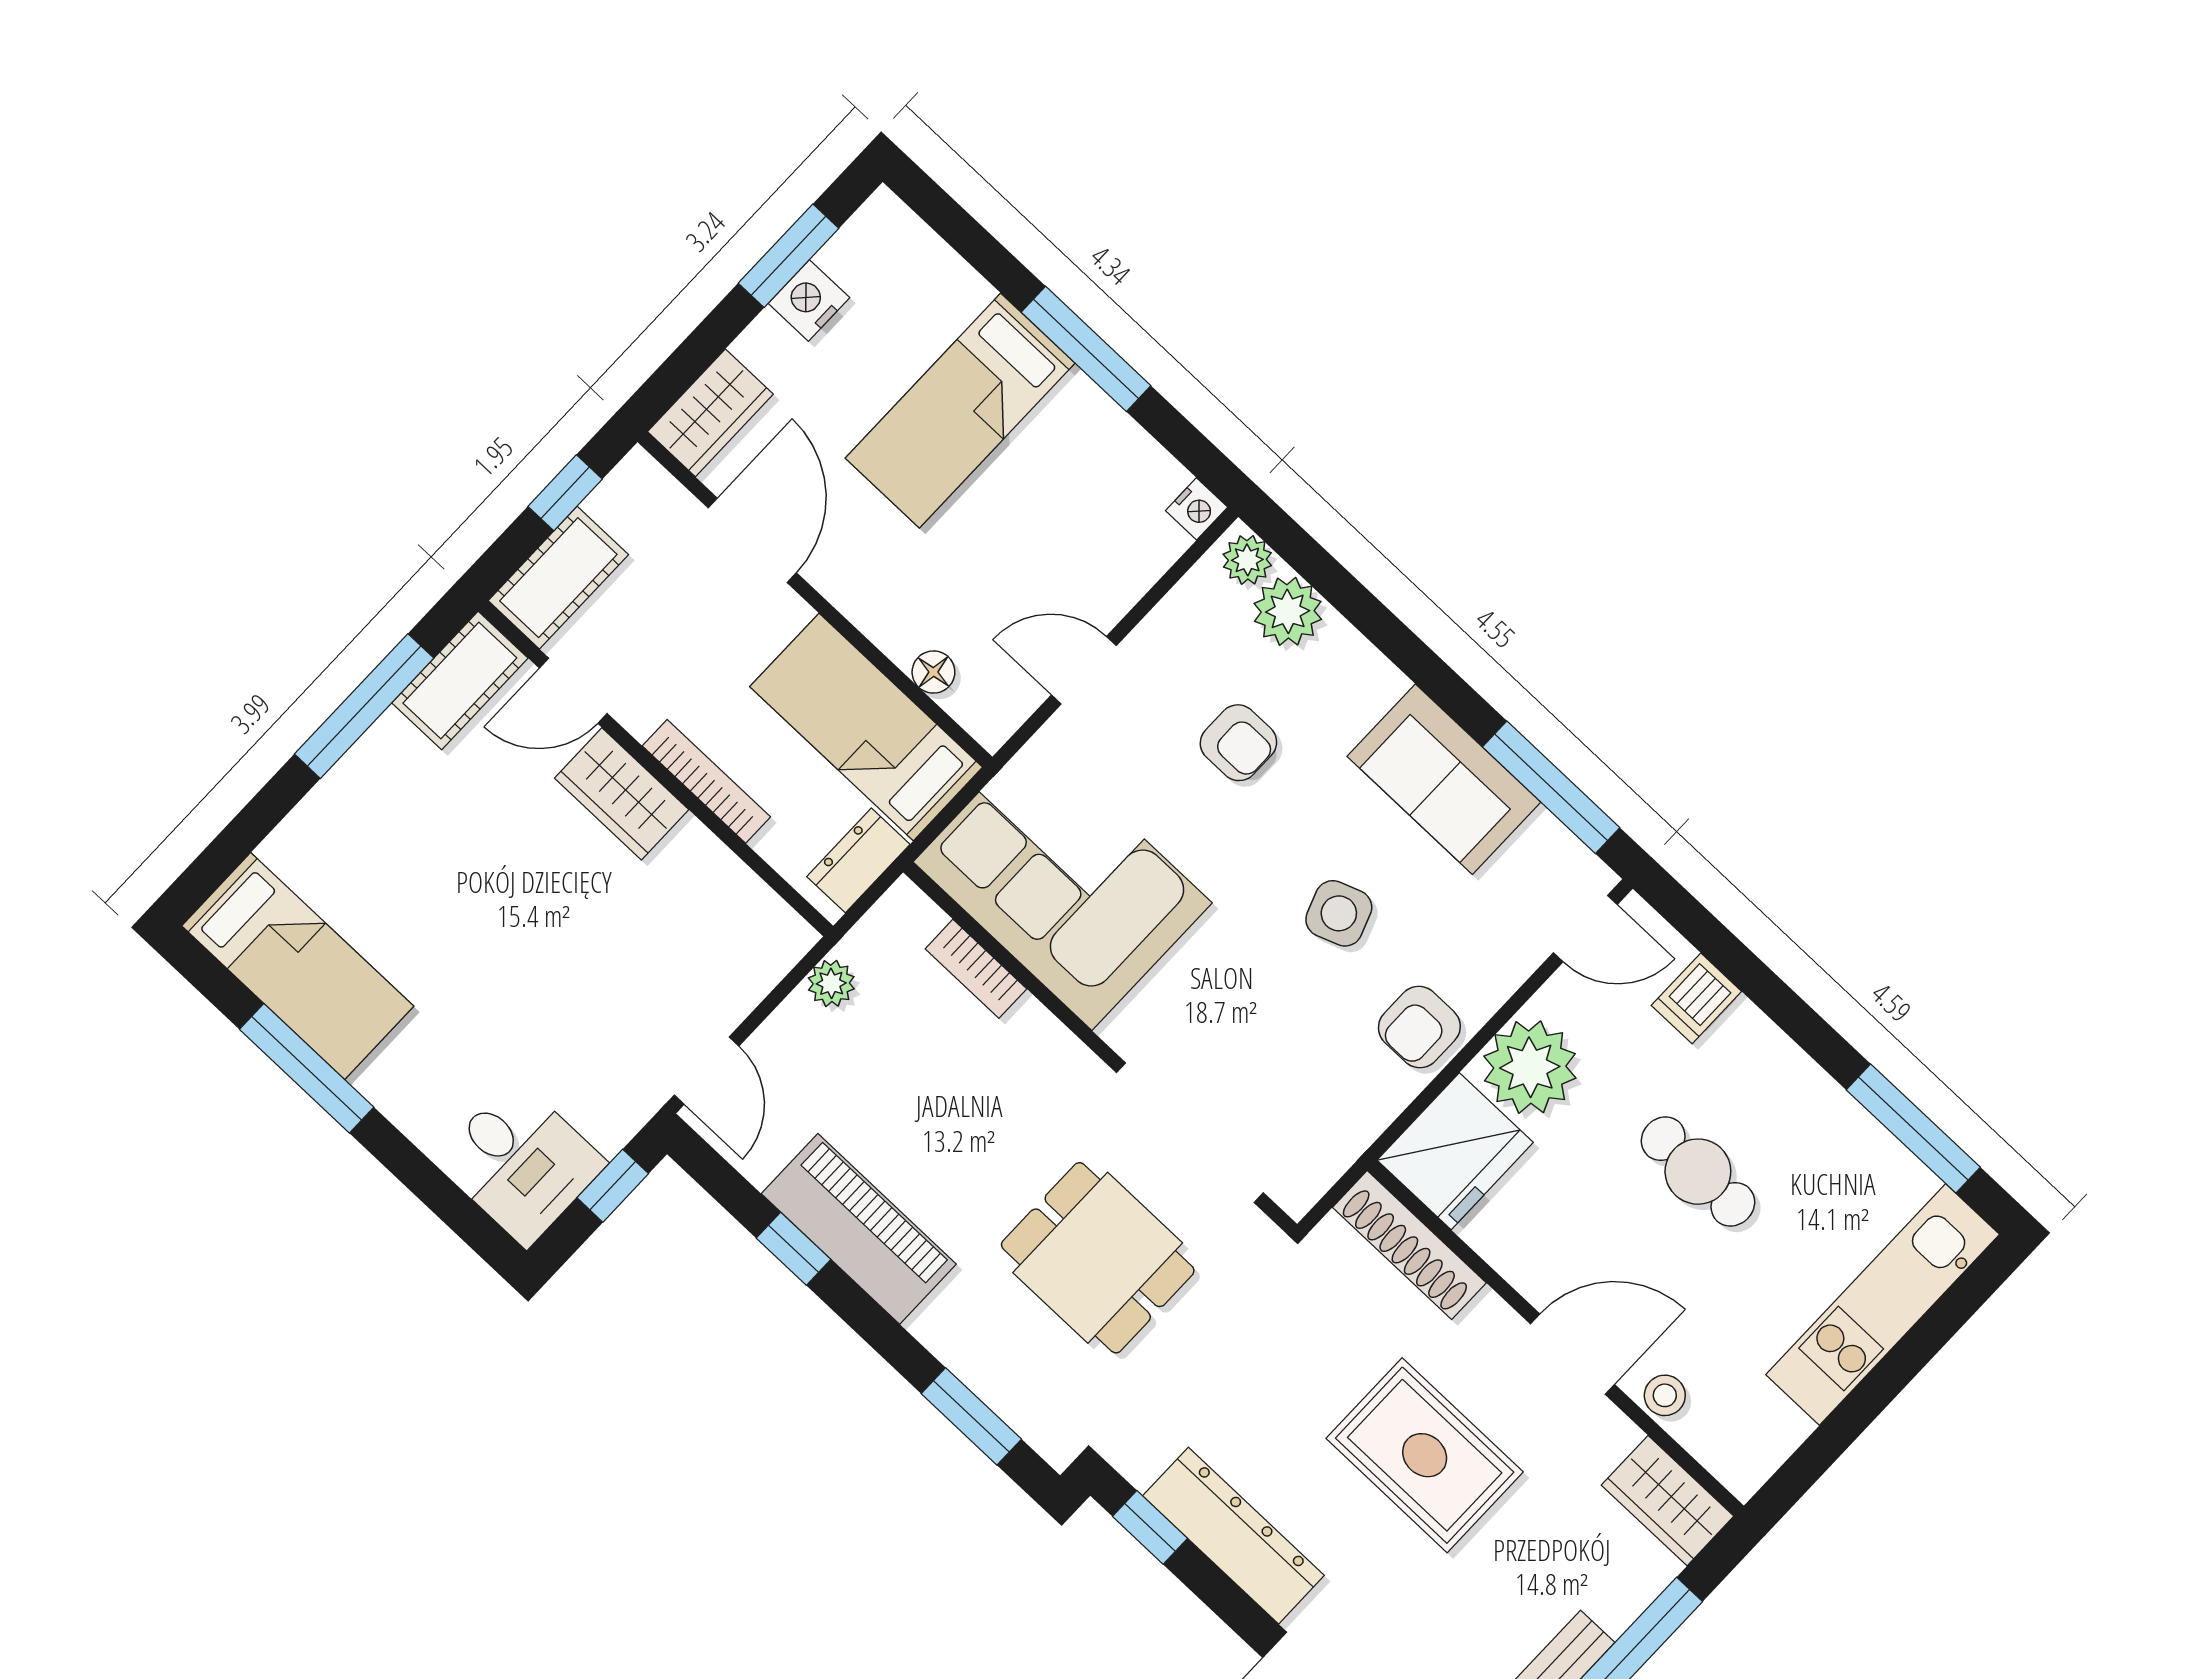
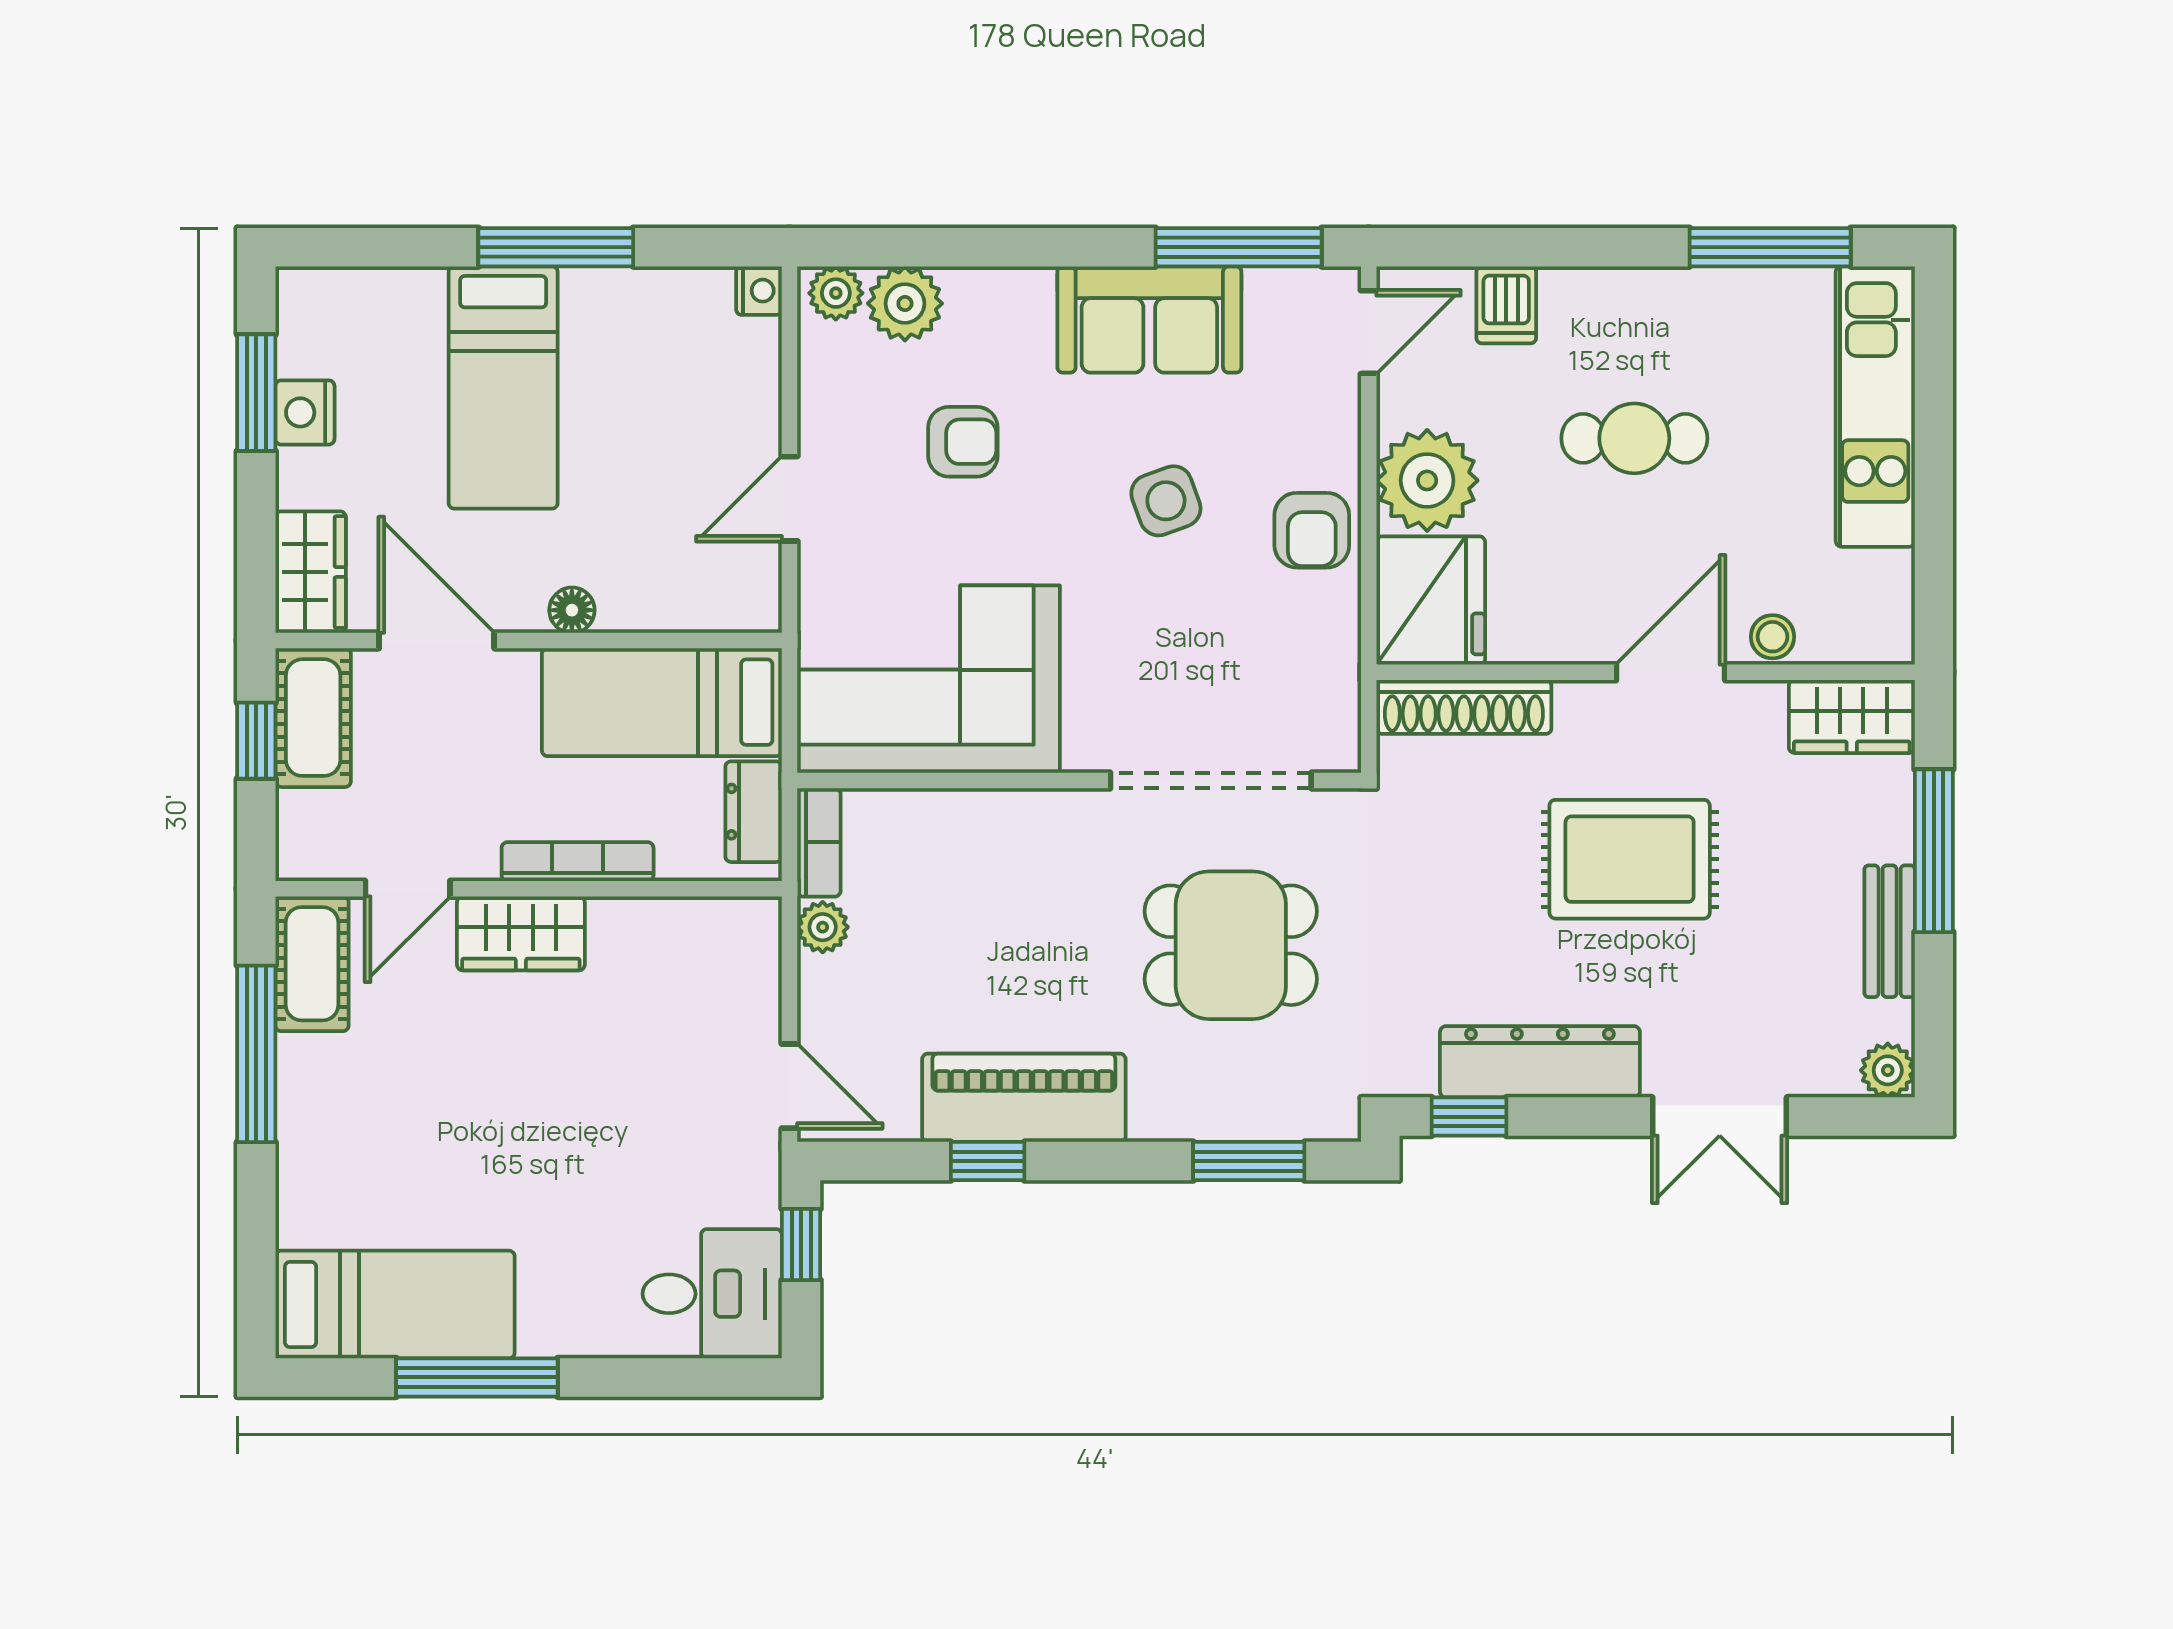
cot: (558, 578) -> (313, 718), moved
floor lamp: (933, 672) -> (572, 610), moved
bookcase: (976, 969) -> (819, 842), moved, turned -90

